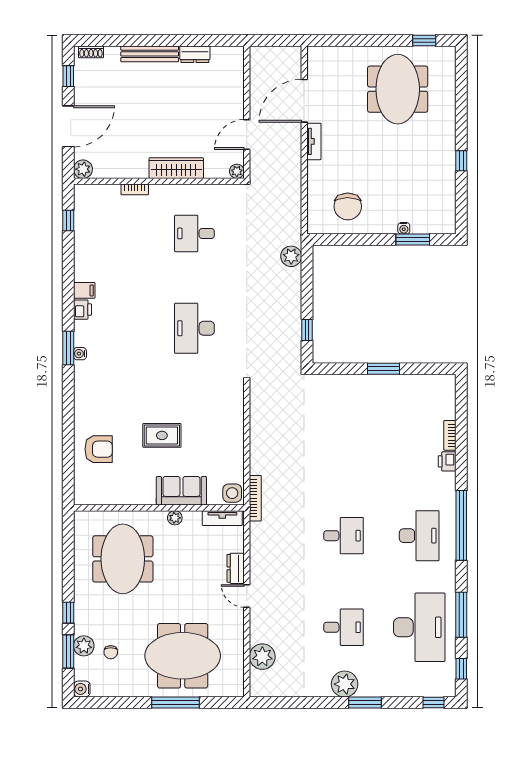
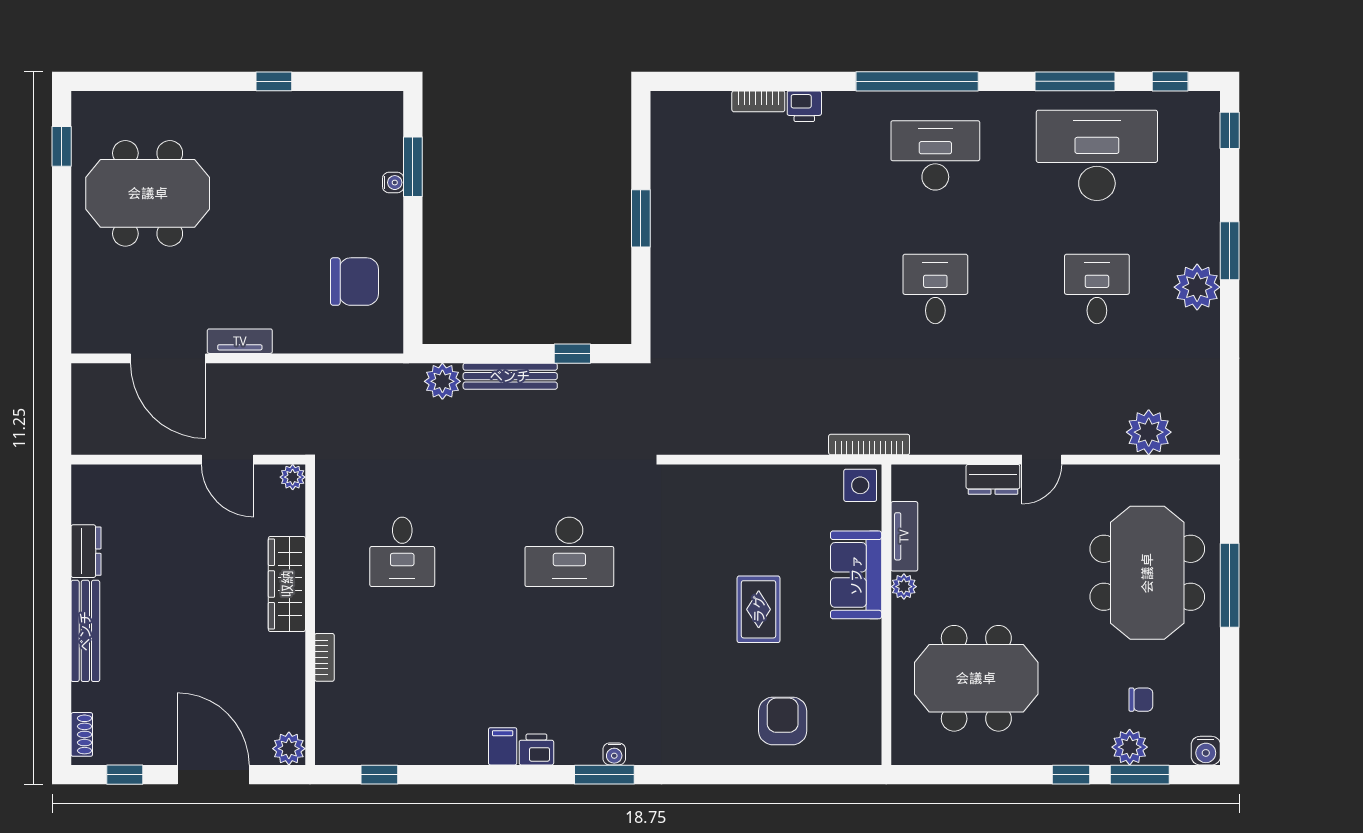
bench: (294, 295) -> (510, 376), added
tv unit: (222, 518) -> (904, 536), moved

